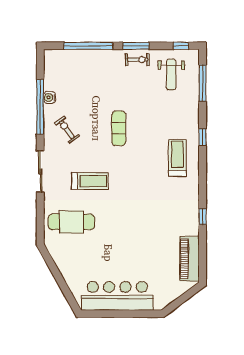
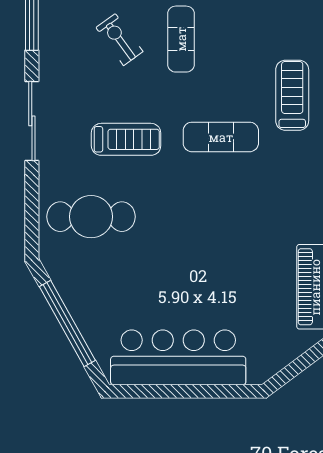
exercise bike: (67, 130) -> (119, 40), moved
exercise mat: (140, 180) -> (221, 137), added
window: (59, 278) -> (67, 324), added

